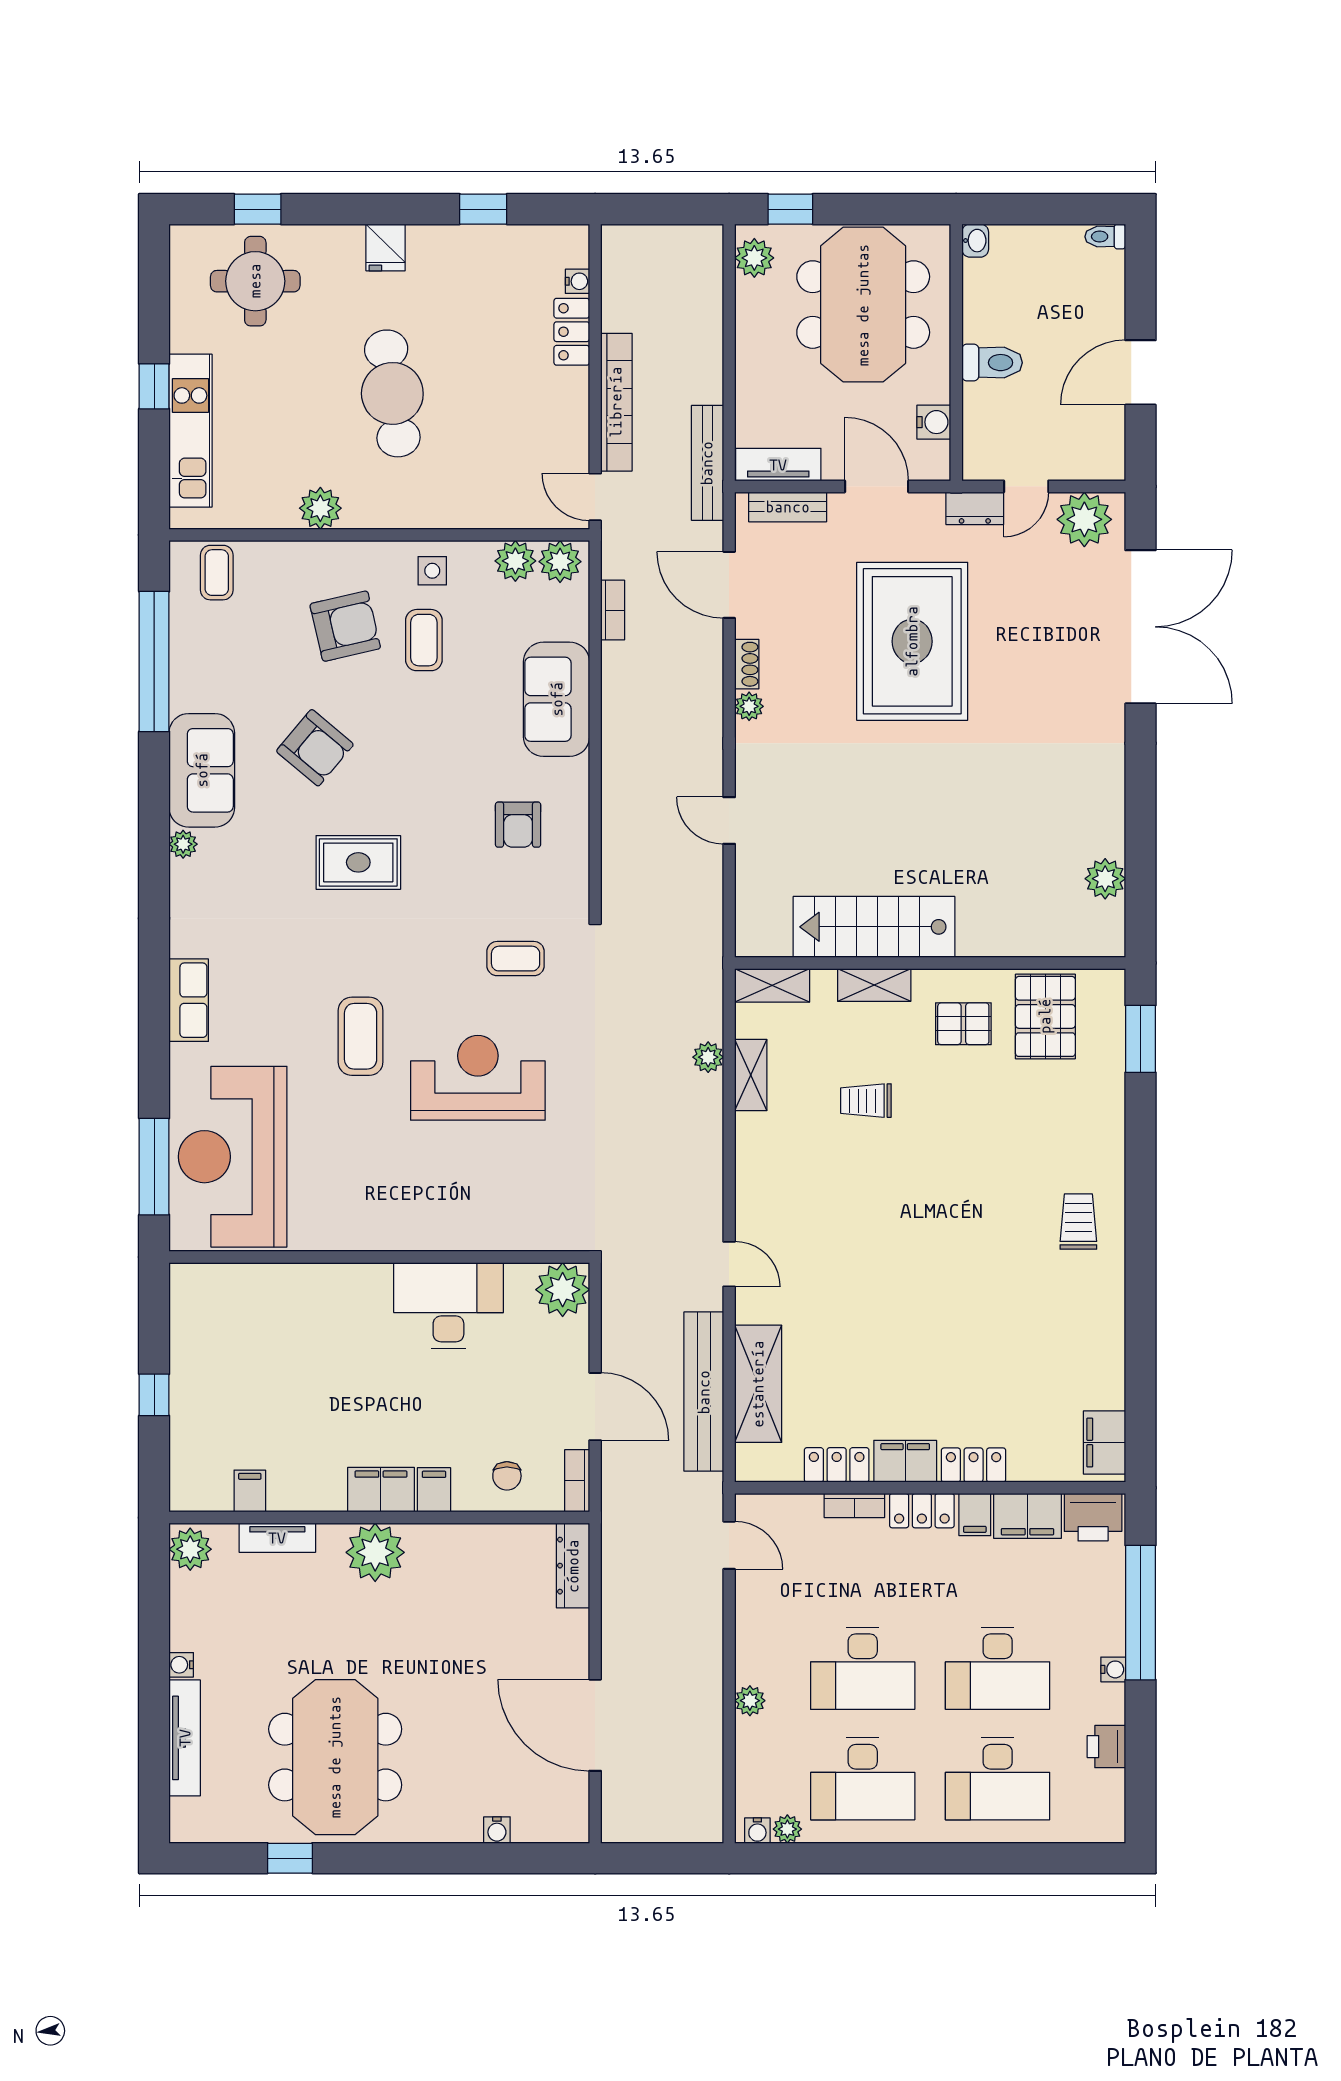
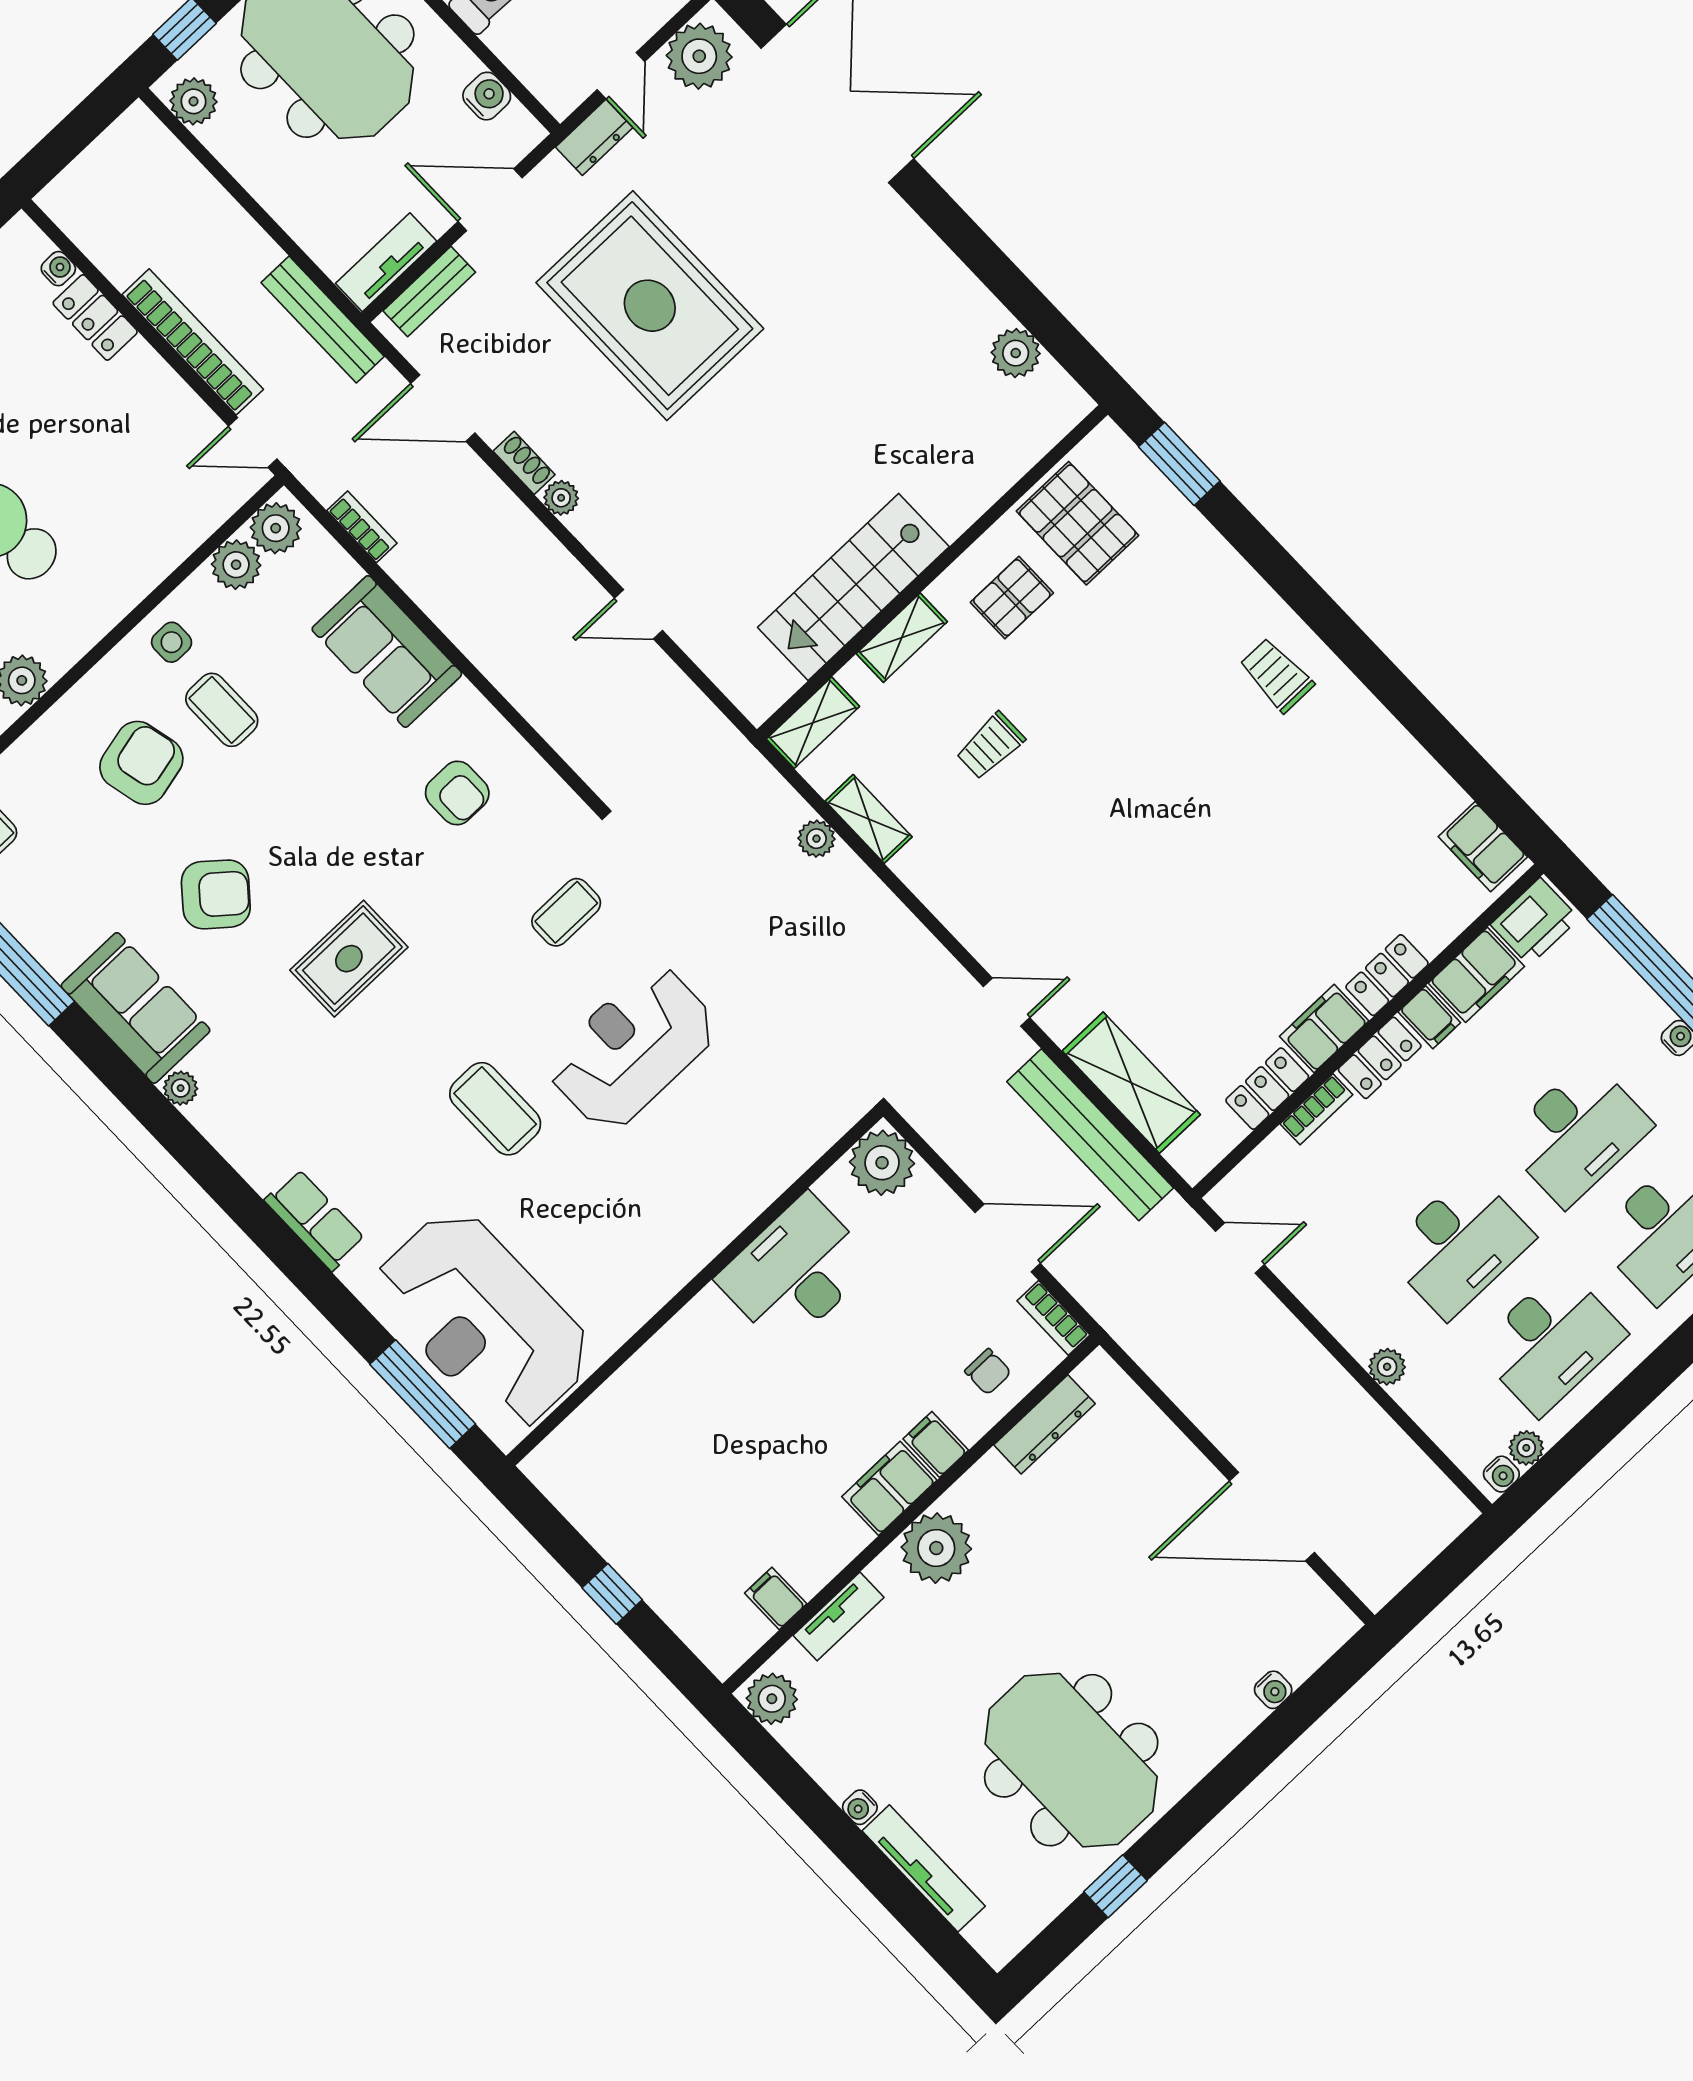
dresser: (573, 1566) -> (1044, 1424), moved, turned -90

